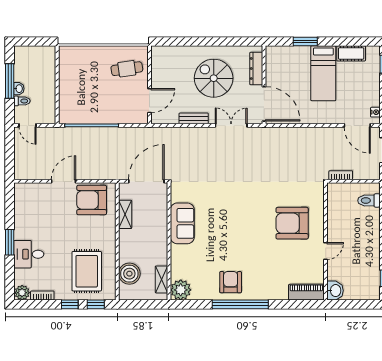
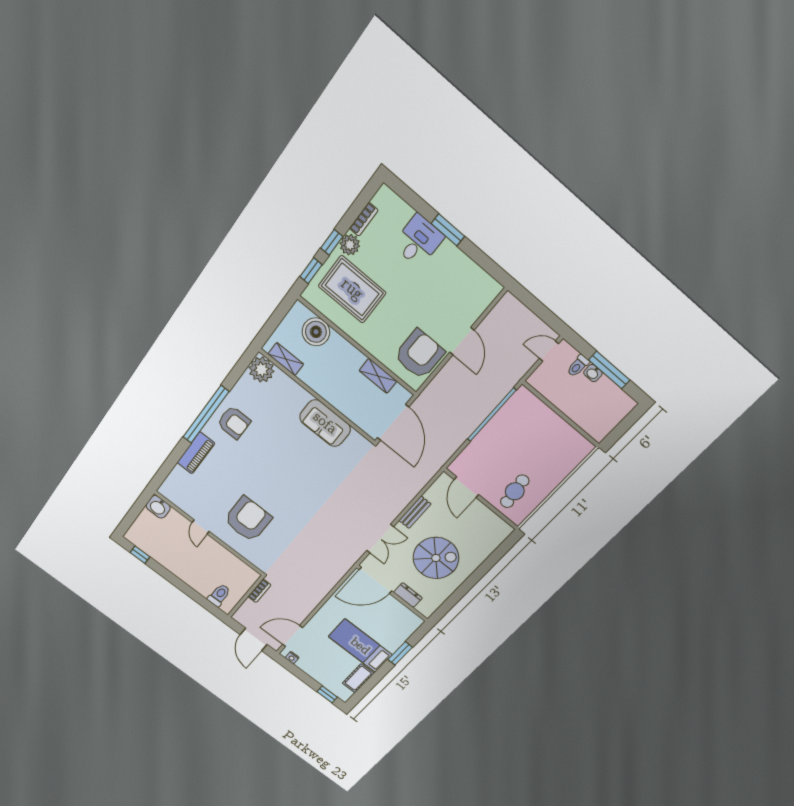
dresser: (256, 69) -> (408, 595), width x0.70
piano: (306, 292) -> (196, 453), moved
plant: (22, 293) -> (350, 245), moved

